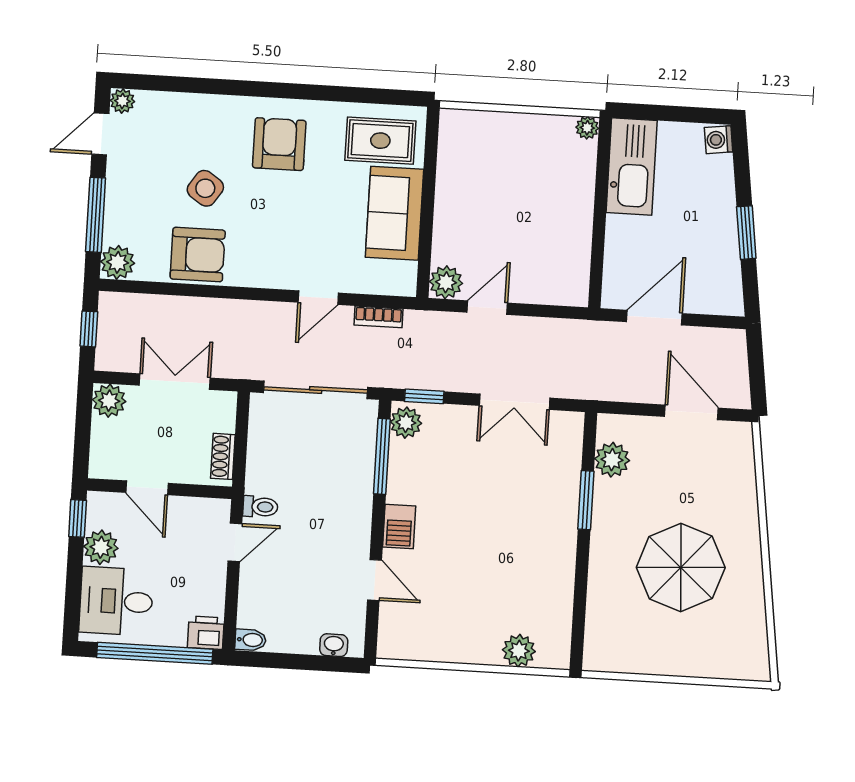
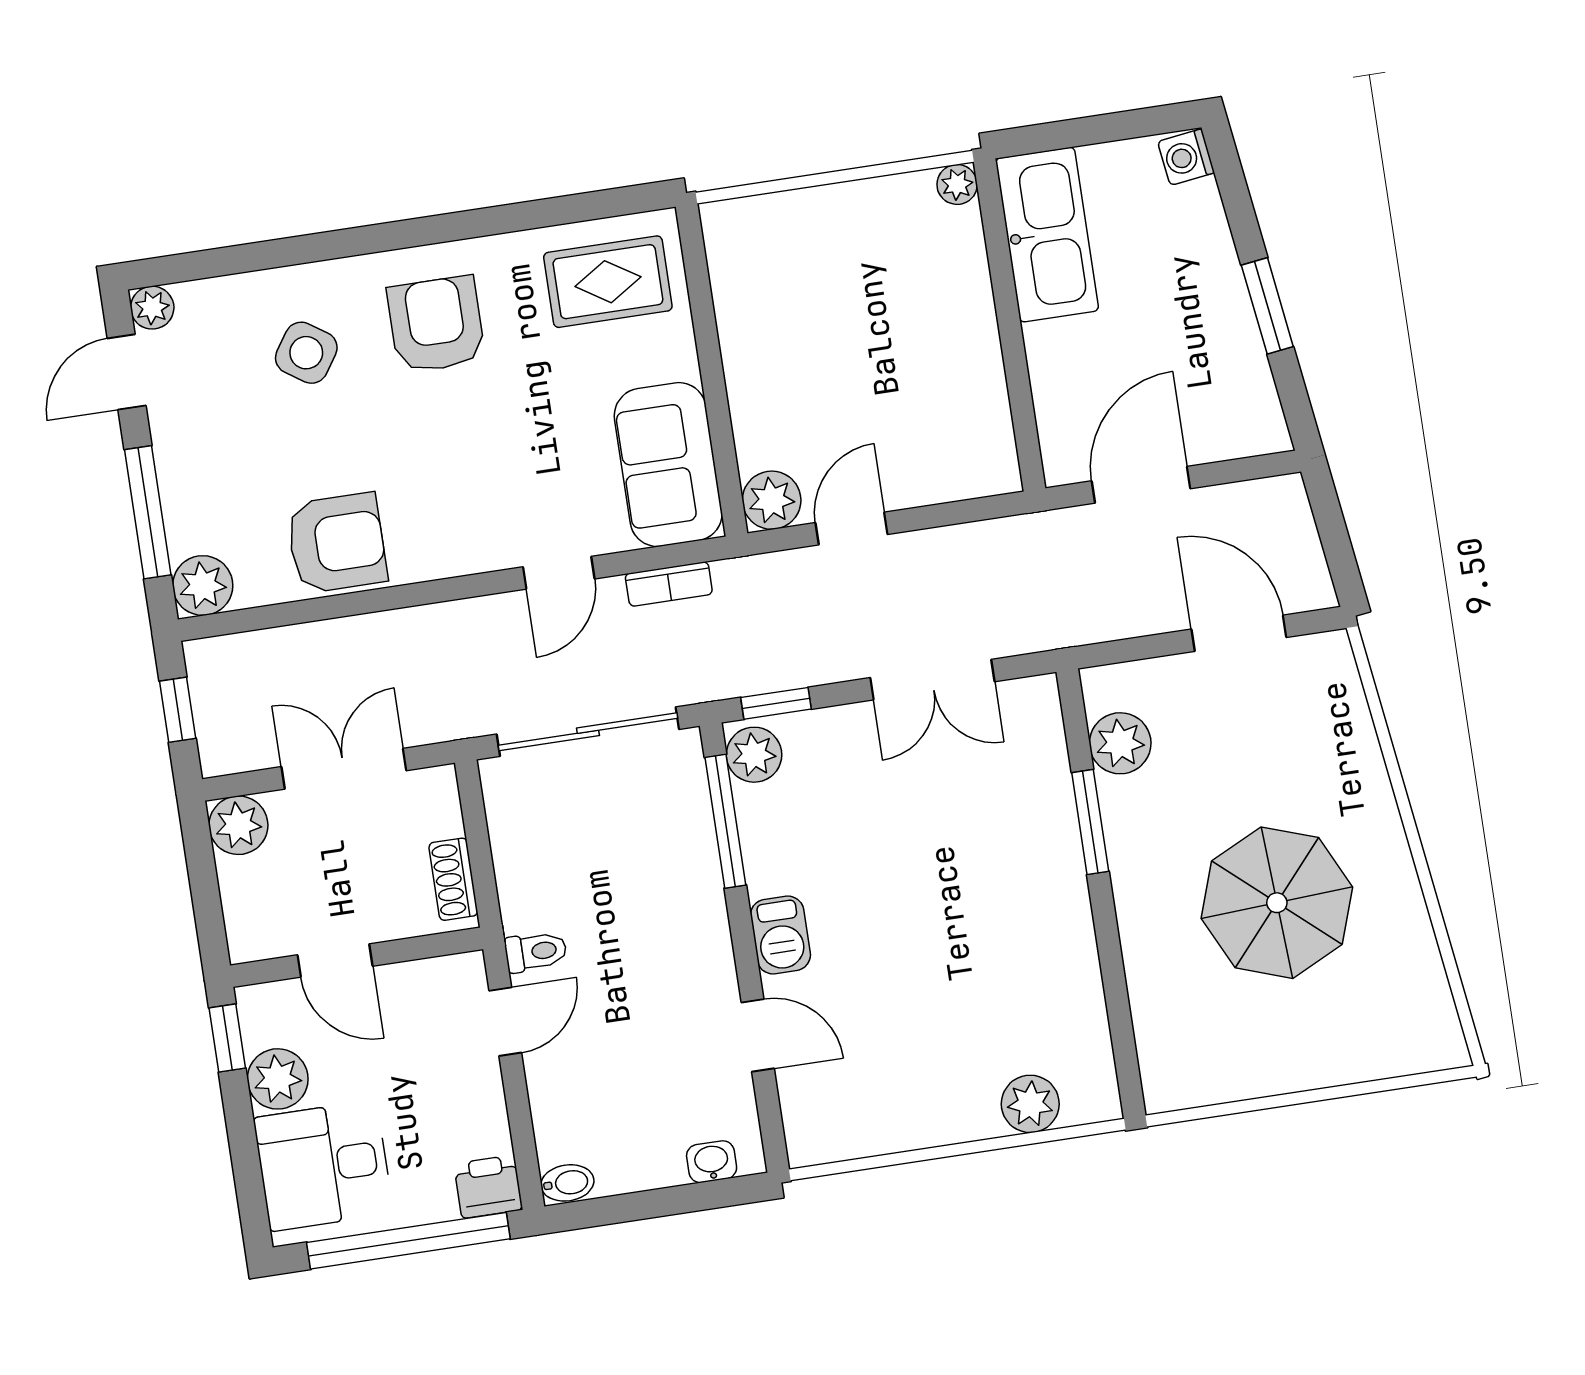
side table: (205, 188) -> (306, 353), moved
sofa: (395, 213) -> (668, 465), moved

